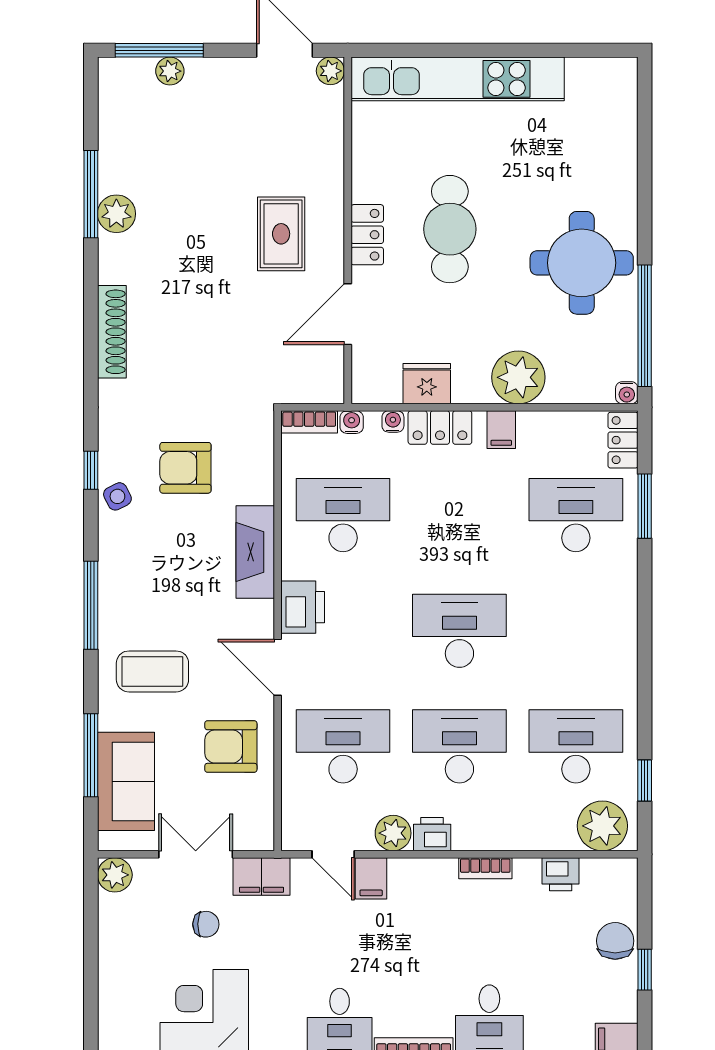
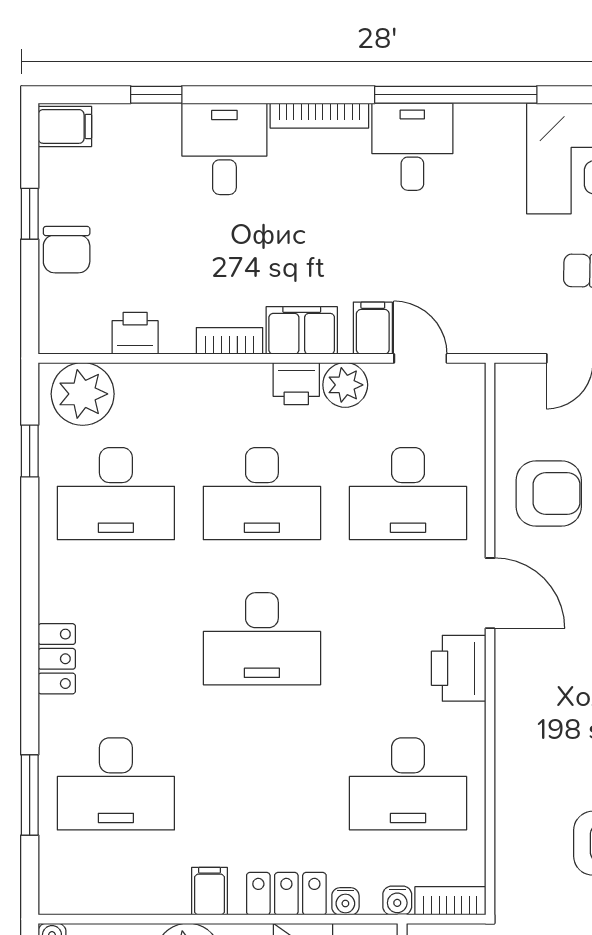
locker: (623, 440) -> (57, 659), moved
fireplace: (255, 552) -> (518, 738), removed
filing cabinet: (261, 877) -> (302, 330), moved

